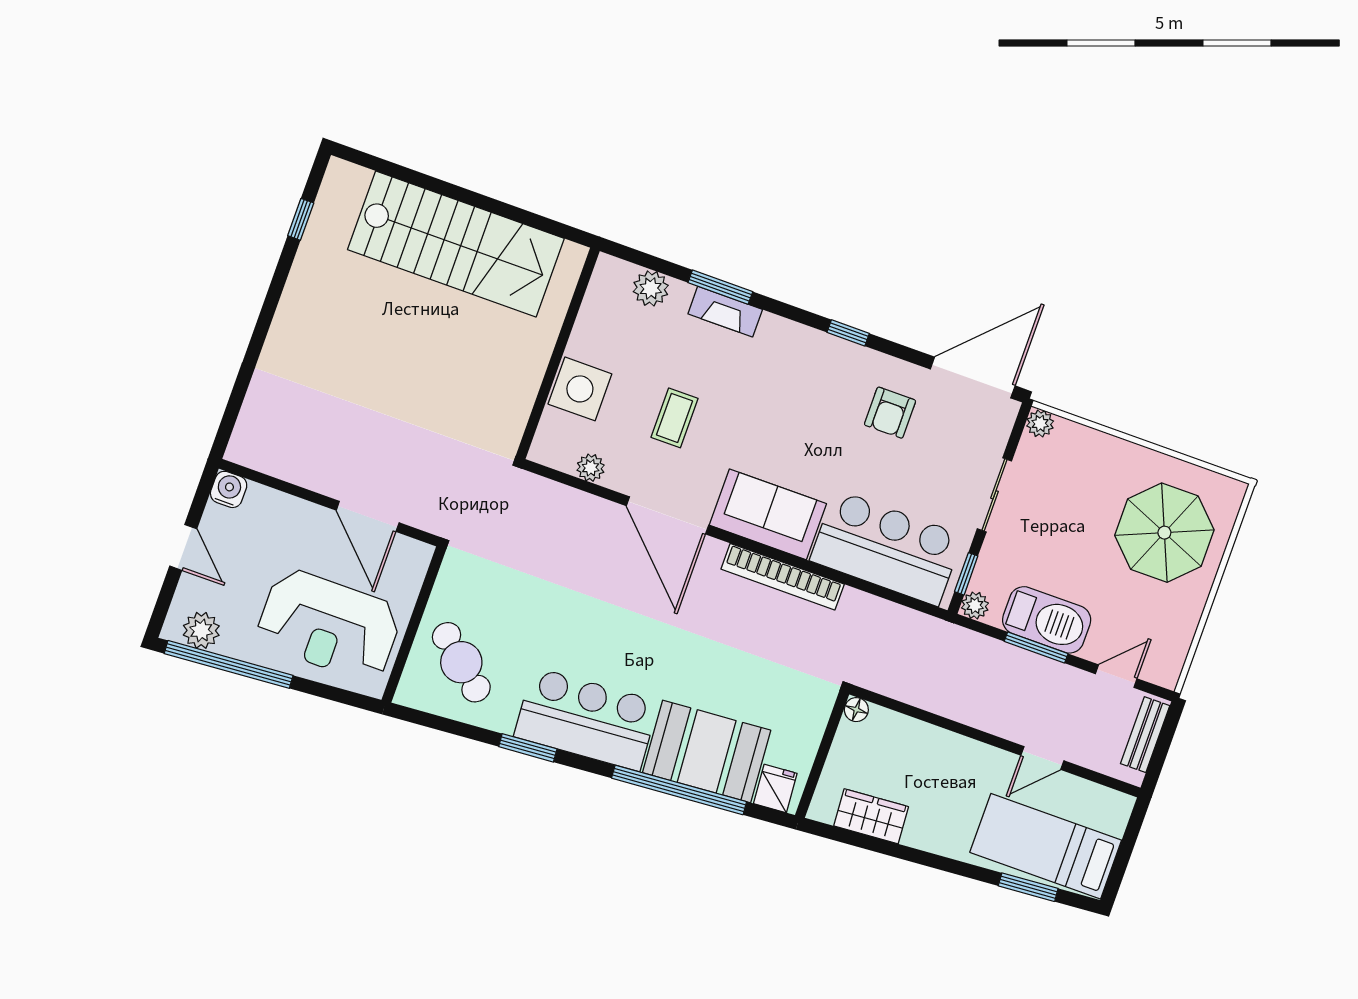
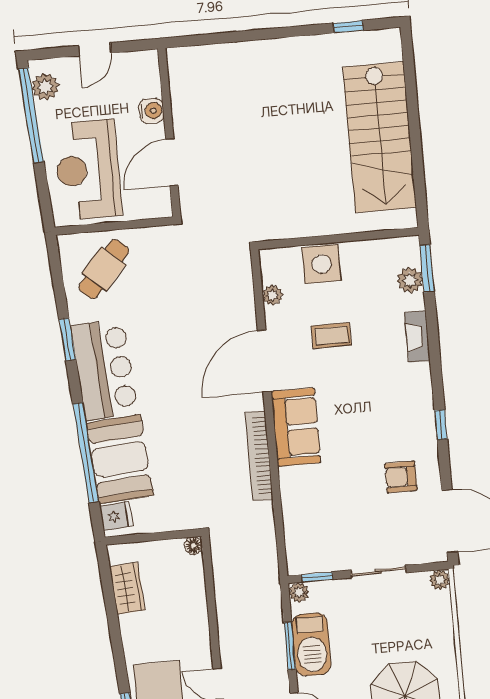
window: (720, 287) -> (427, 268), moved
water cooler: (229, 489) -> (152, 111), moved
bar counter: (887, 548) -> (310, 516), removed

